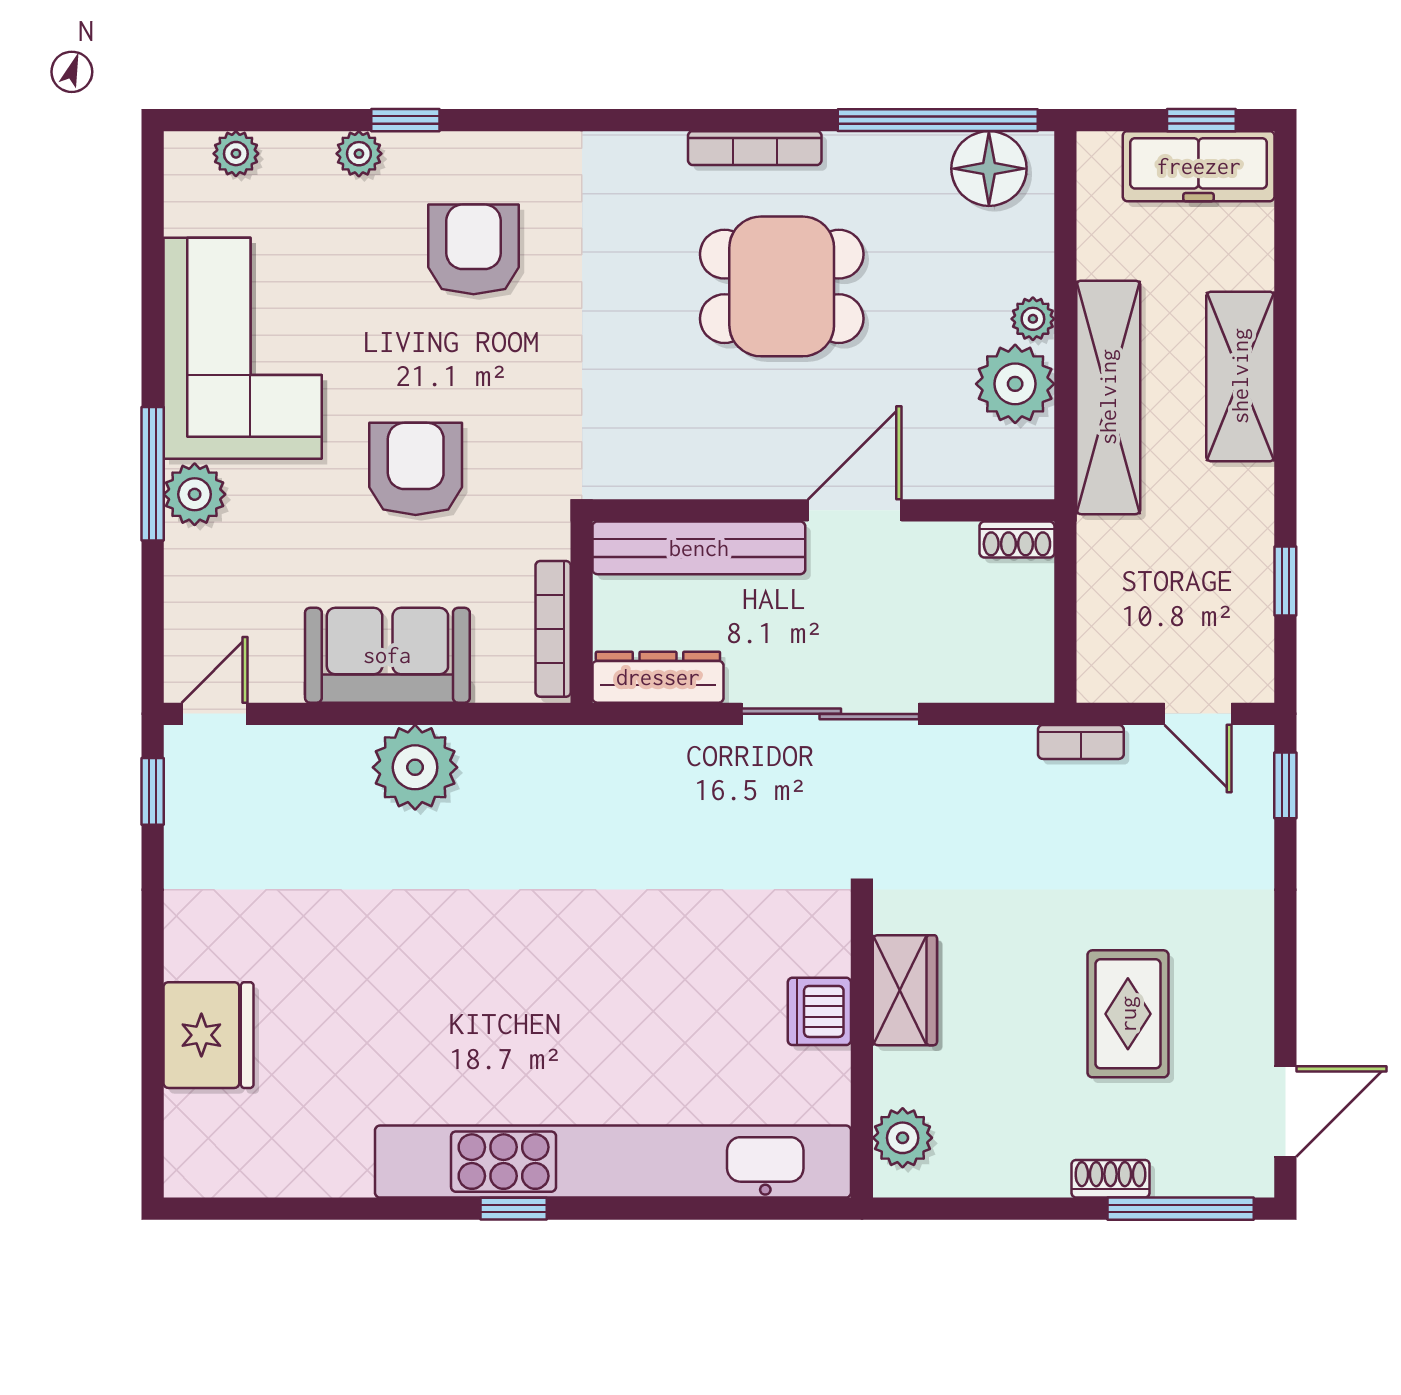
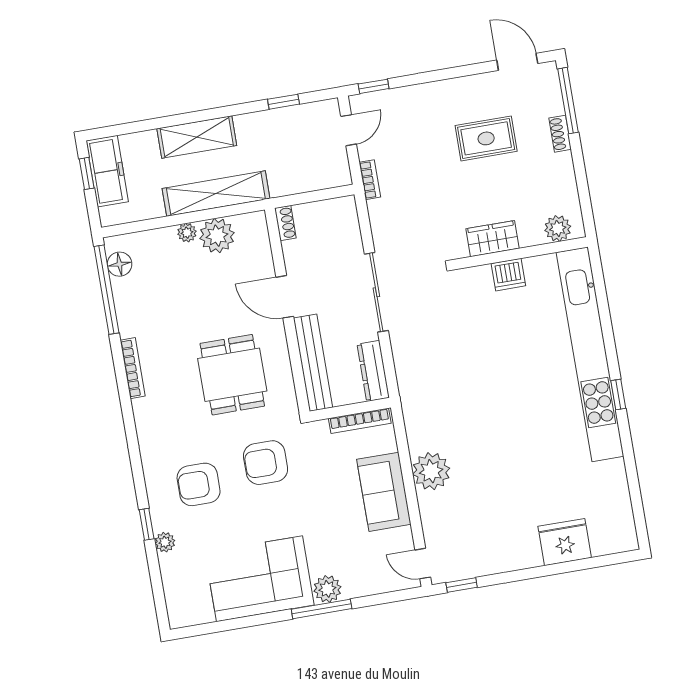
plant: (236, 154) -> (174, 596), removed
floor lamp: (989, 169) -> (120, 264), width x0.73, depth x0.73
dining table: (782, 286) -> (232, 375), moved
armchair: (416, 469) -> (266, 463), moved

